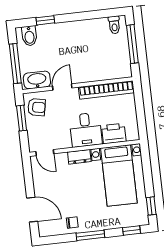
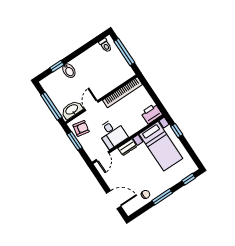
bidet: (29, 36) -> (69, 71), moved
desk: (86, 130) -> (112, 133), moved
printer: (114, 133) -> (152, 114), moved
door: (45, 153) -> (103, 156), hinge flipped
window: (151, 206) -> (177, 131), moved

